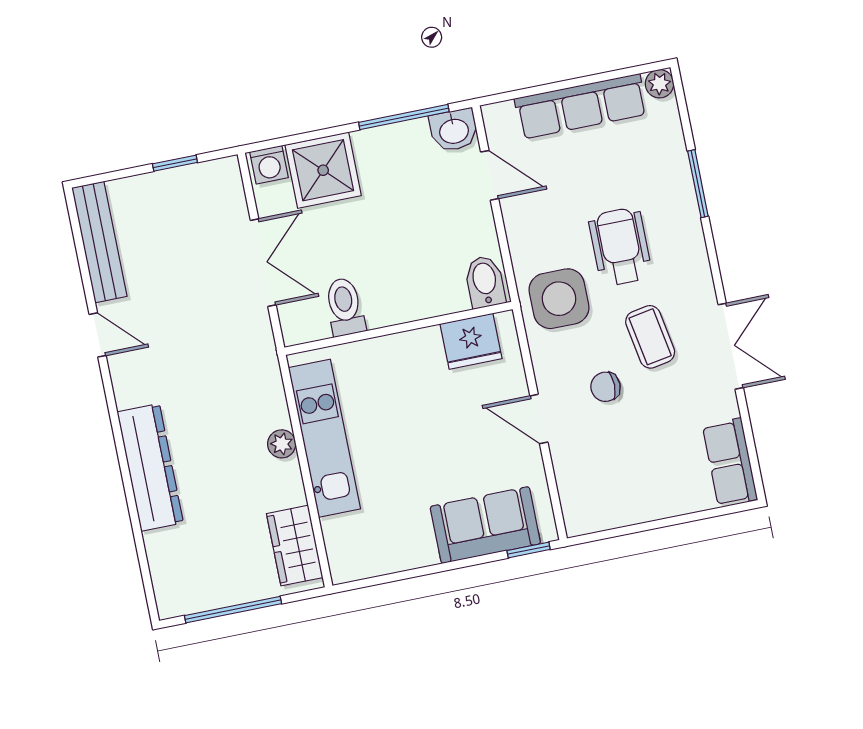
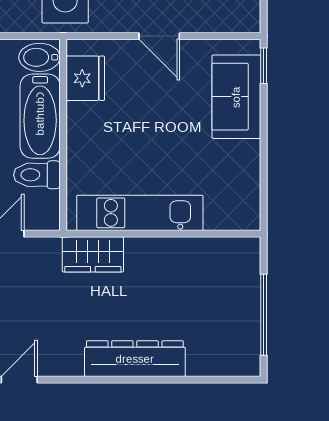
bathtub: (415, 297) -> (40, 116), added
door: (539, 419) -> (159, 36), hinge flipped
plant: (282, 444) -> (137, 248), removed
wardrobe: (295, 546) -> (93, 254), moved

